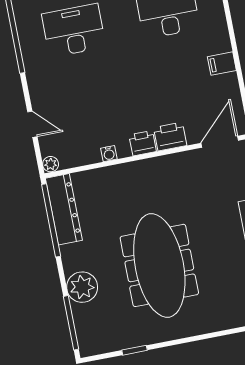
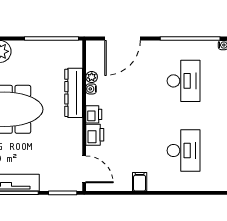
door: (32, 124) -> (123, 39), width x1.87
plant: (51, 164) -> (92, 77), moved
dresser: (64, 209) -> (74, 93), moved, turned 90

